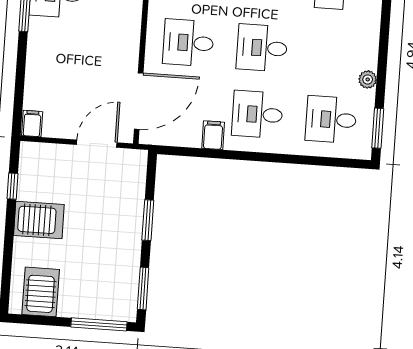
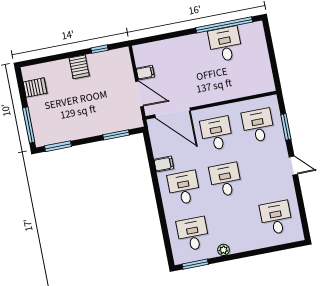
filing cabinet: (32, 124) -> (145, 73), moved
server rack: (39, 220) -> (79, 67), width x0.73, depth x0.70
window: (148, 220) -> (116, 135), moved
server rack: (41, 292) -> (35, 88), width x0.73, depth x0.70

